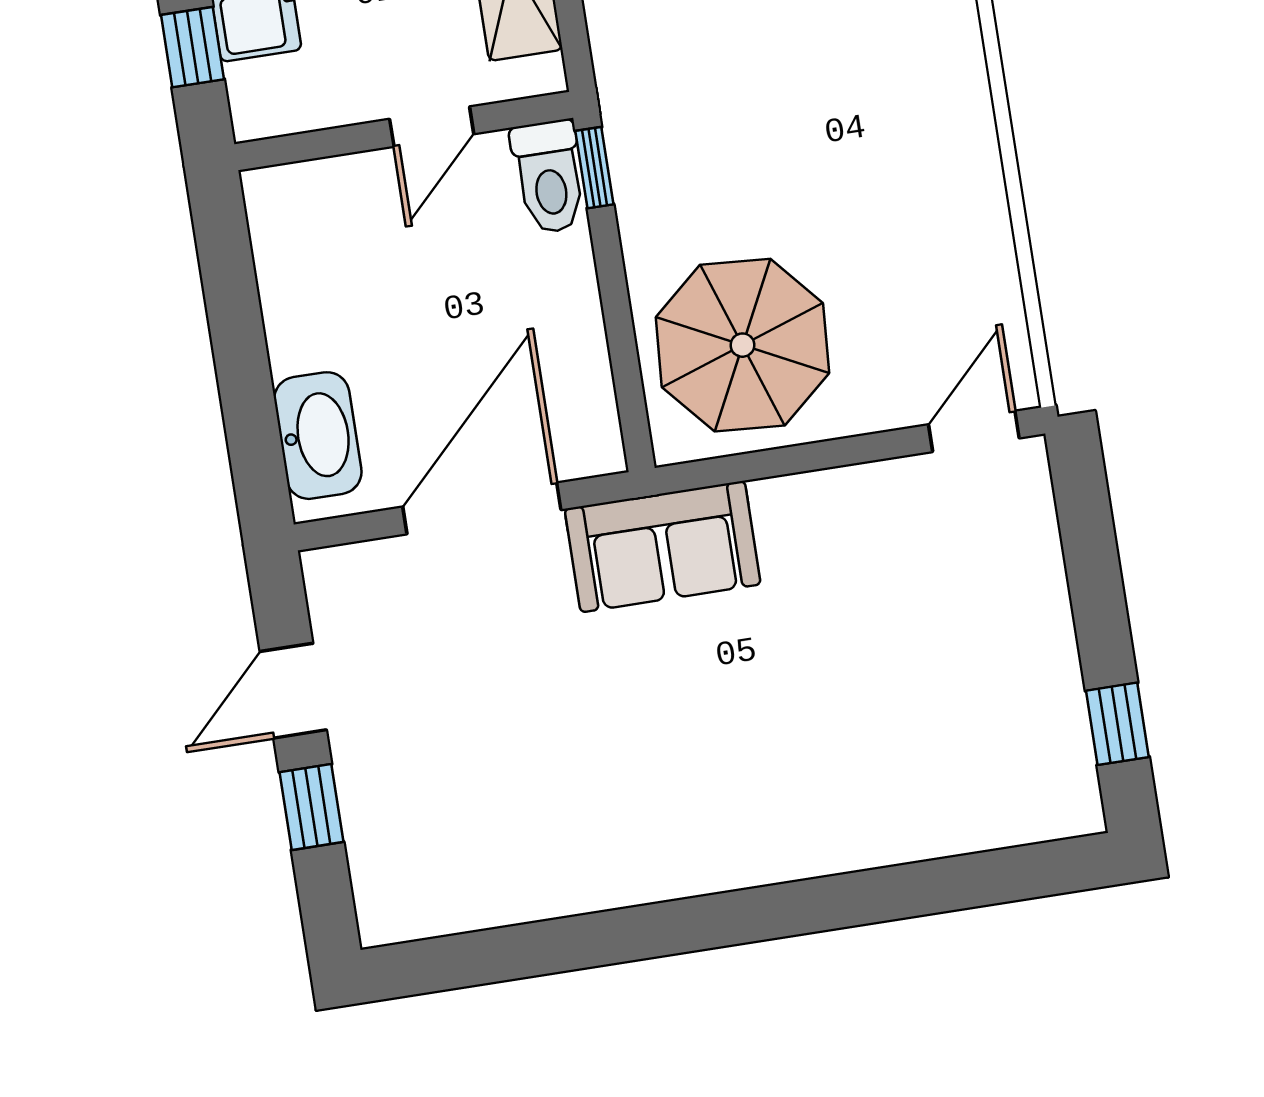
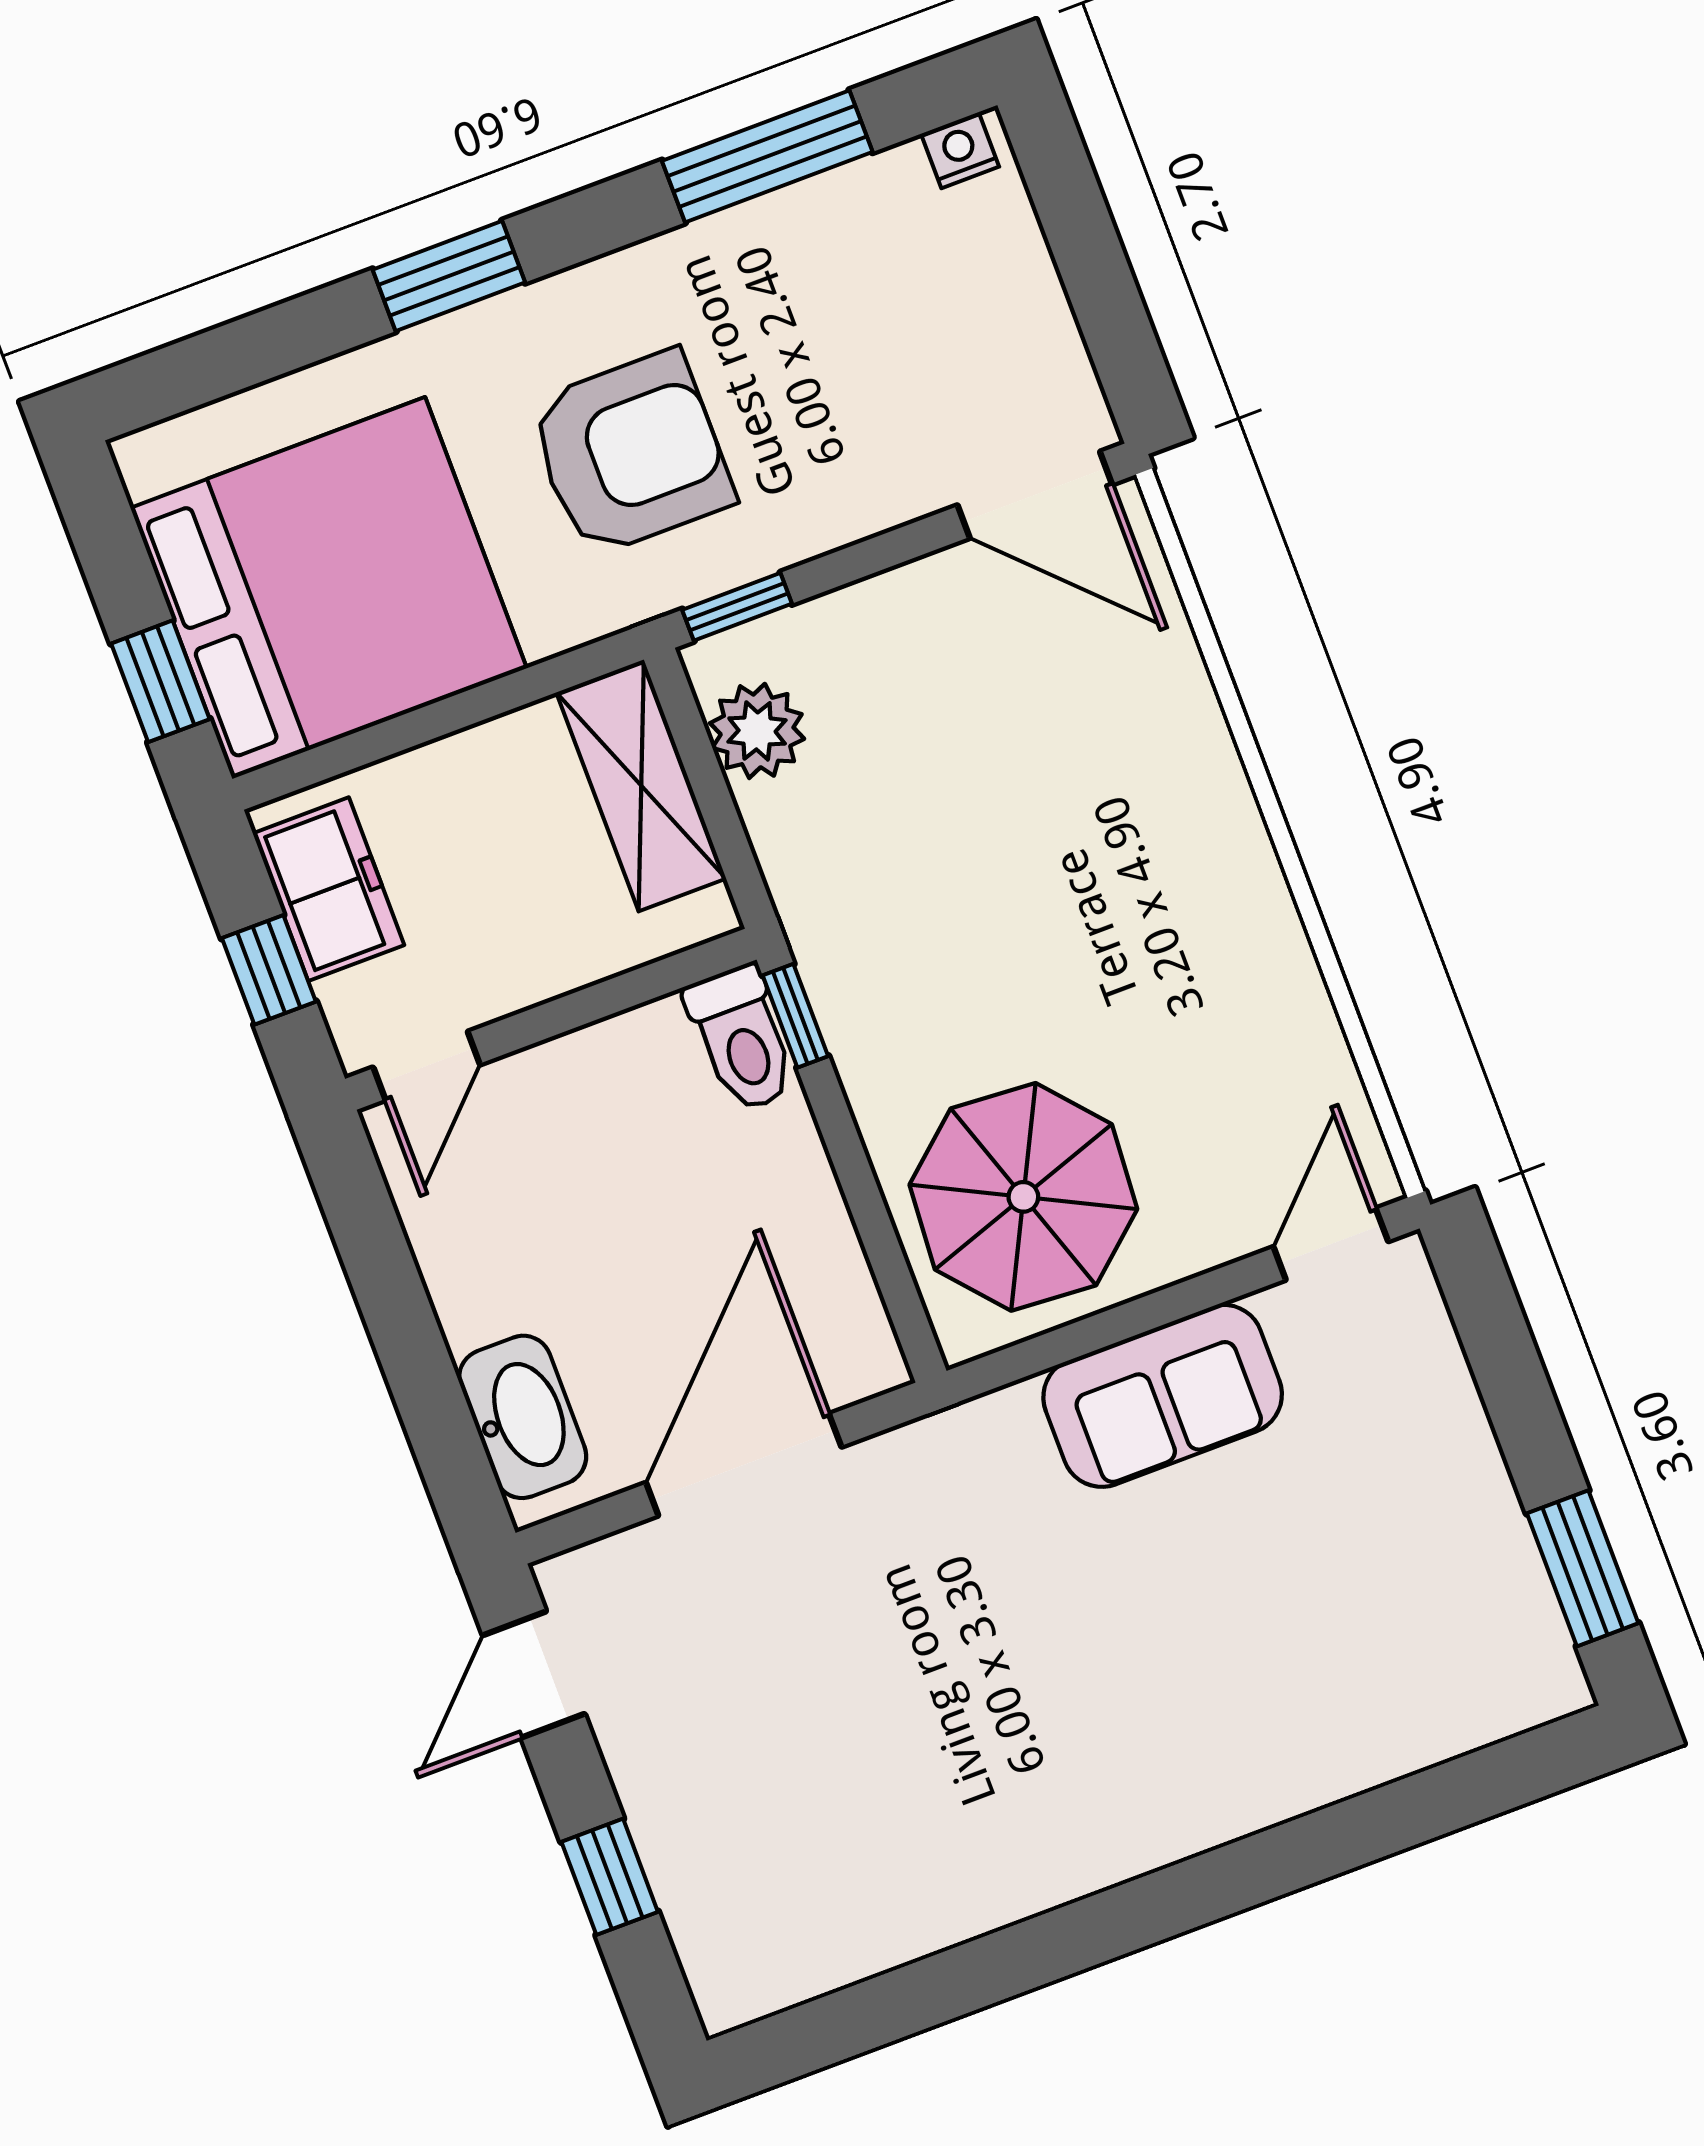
door: (432, 127) -> (427, 1066), moved
sofa: (663, 547) -> (1163, 1396), moved
door: (293, 691) -> (534, 1674), moved
window: (1117, 724) -> (1583, 1568), width x1.50

